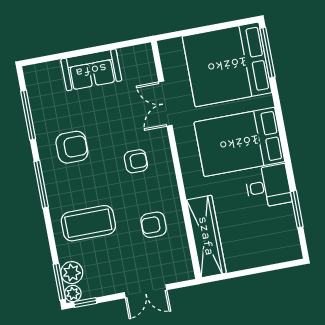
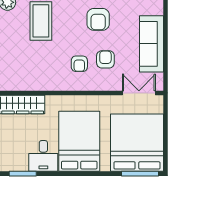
sofa: (91, 70) -> (151, 44), width x1.36
double door: (165, 104) -> (139, 93), moved
armchair: (154, 225) -> (105, 59), moved

